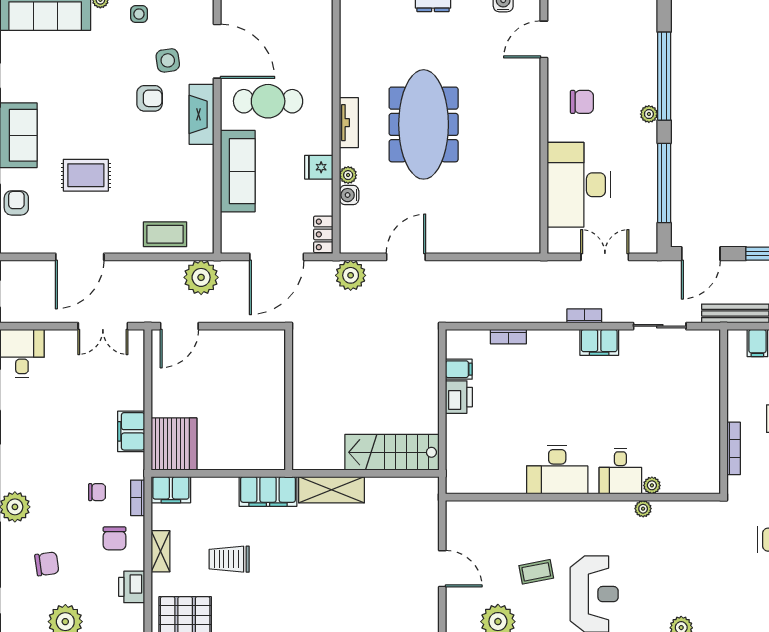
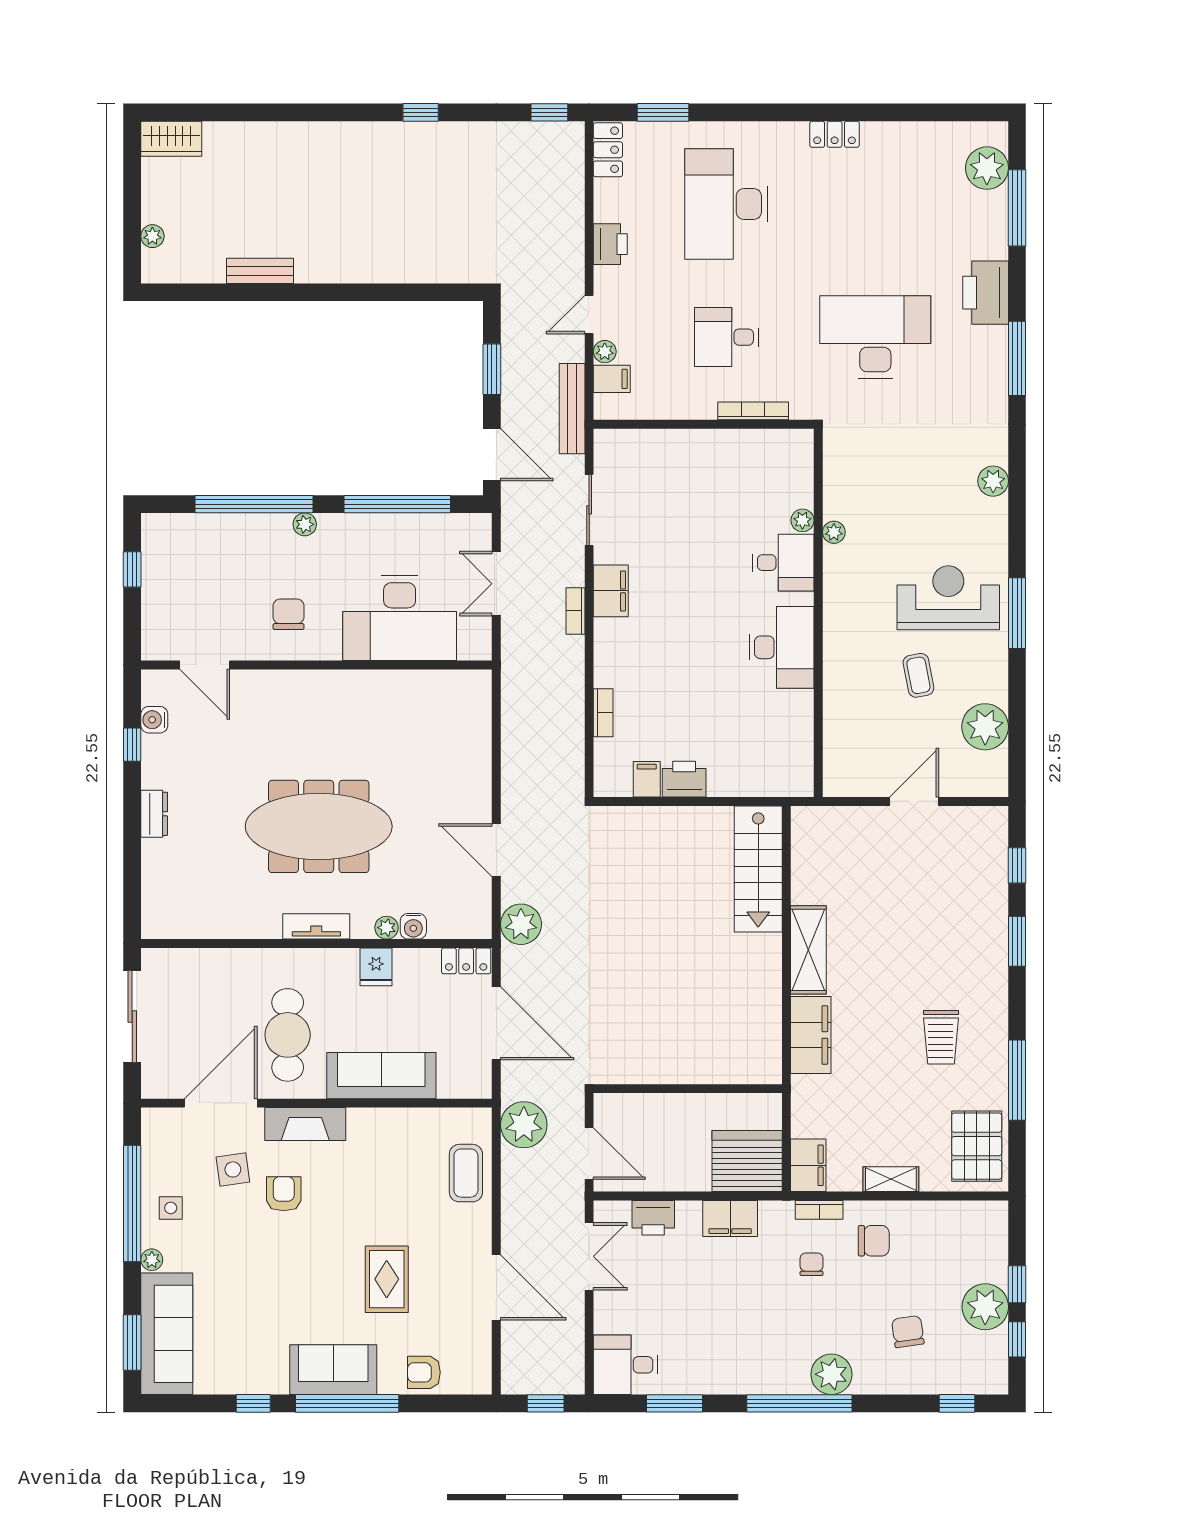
wall: (289, 400) -> (688, 1089), moved
trolley: (229, 559) -> (941, 1037), moved
printer: (132, 587) -> (653, 1218), moved

